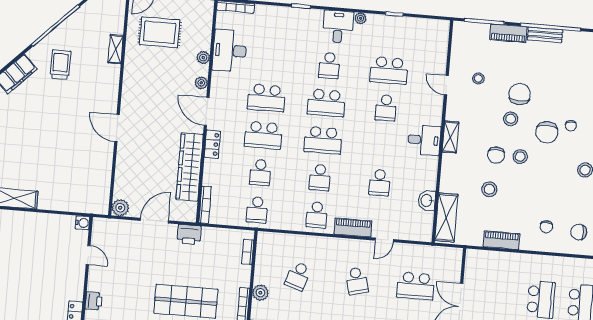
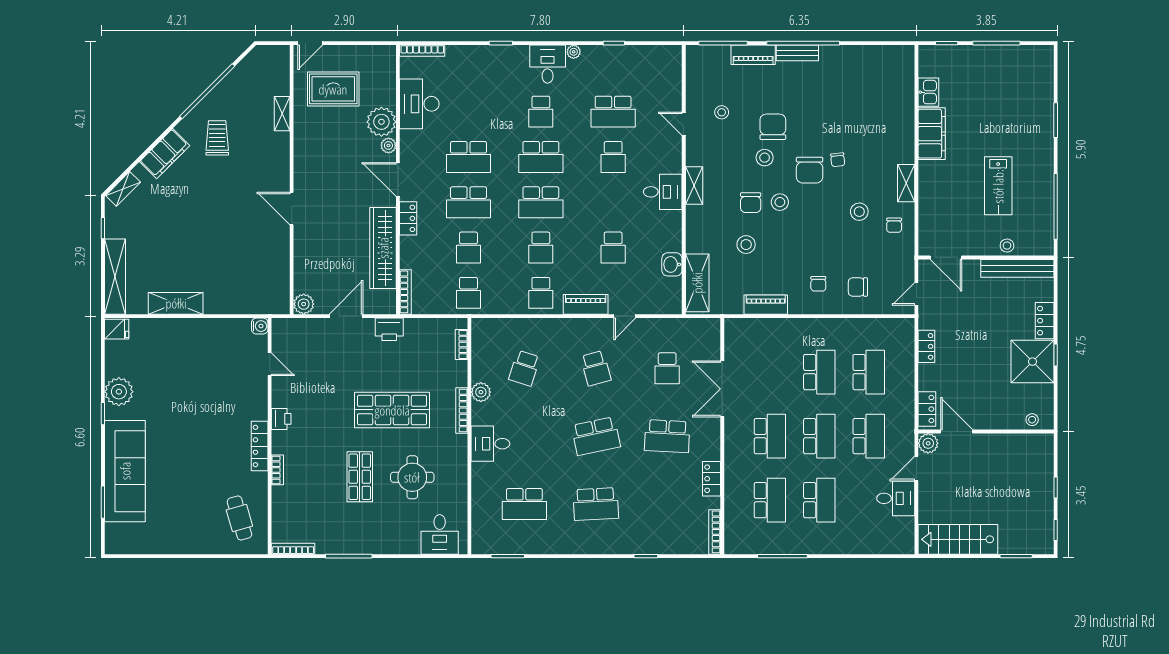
plant: (203, 58) -> (381, 122), width x1.87, depth x1.87
school desk: (416, 286) -> (667, 368), width x0.54

